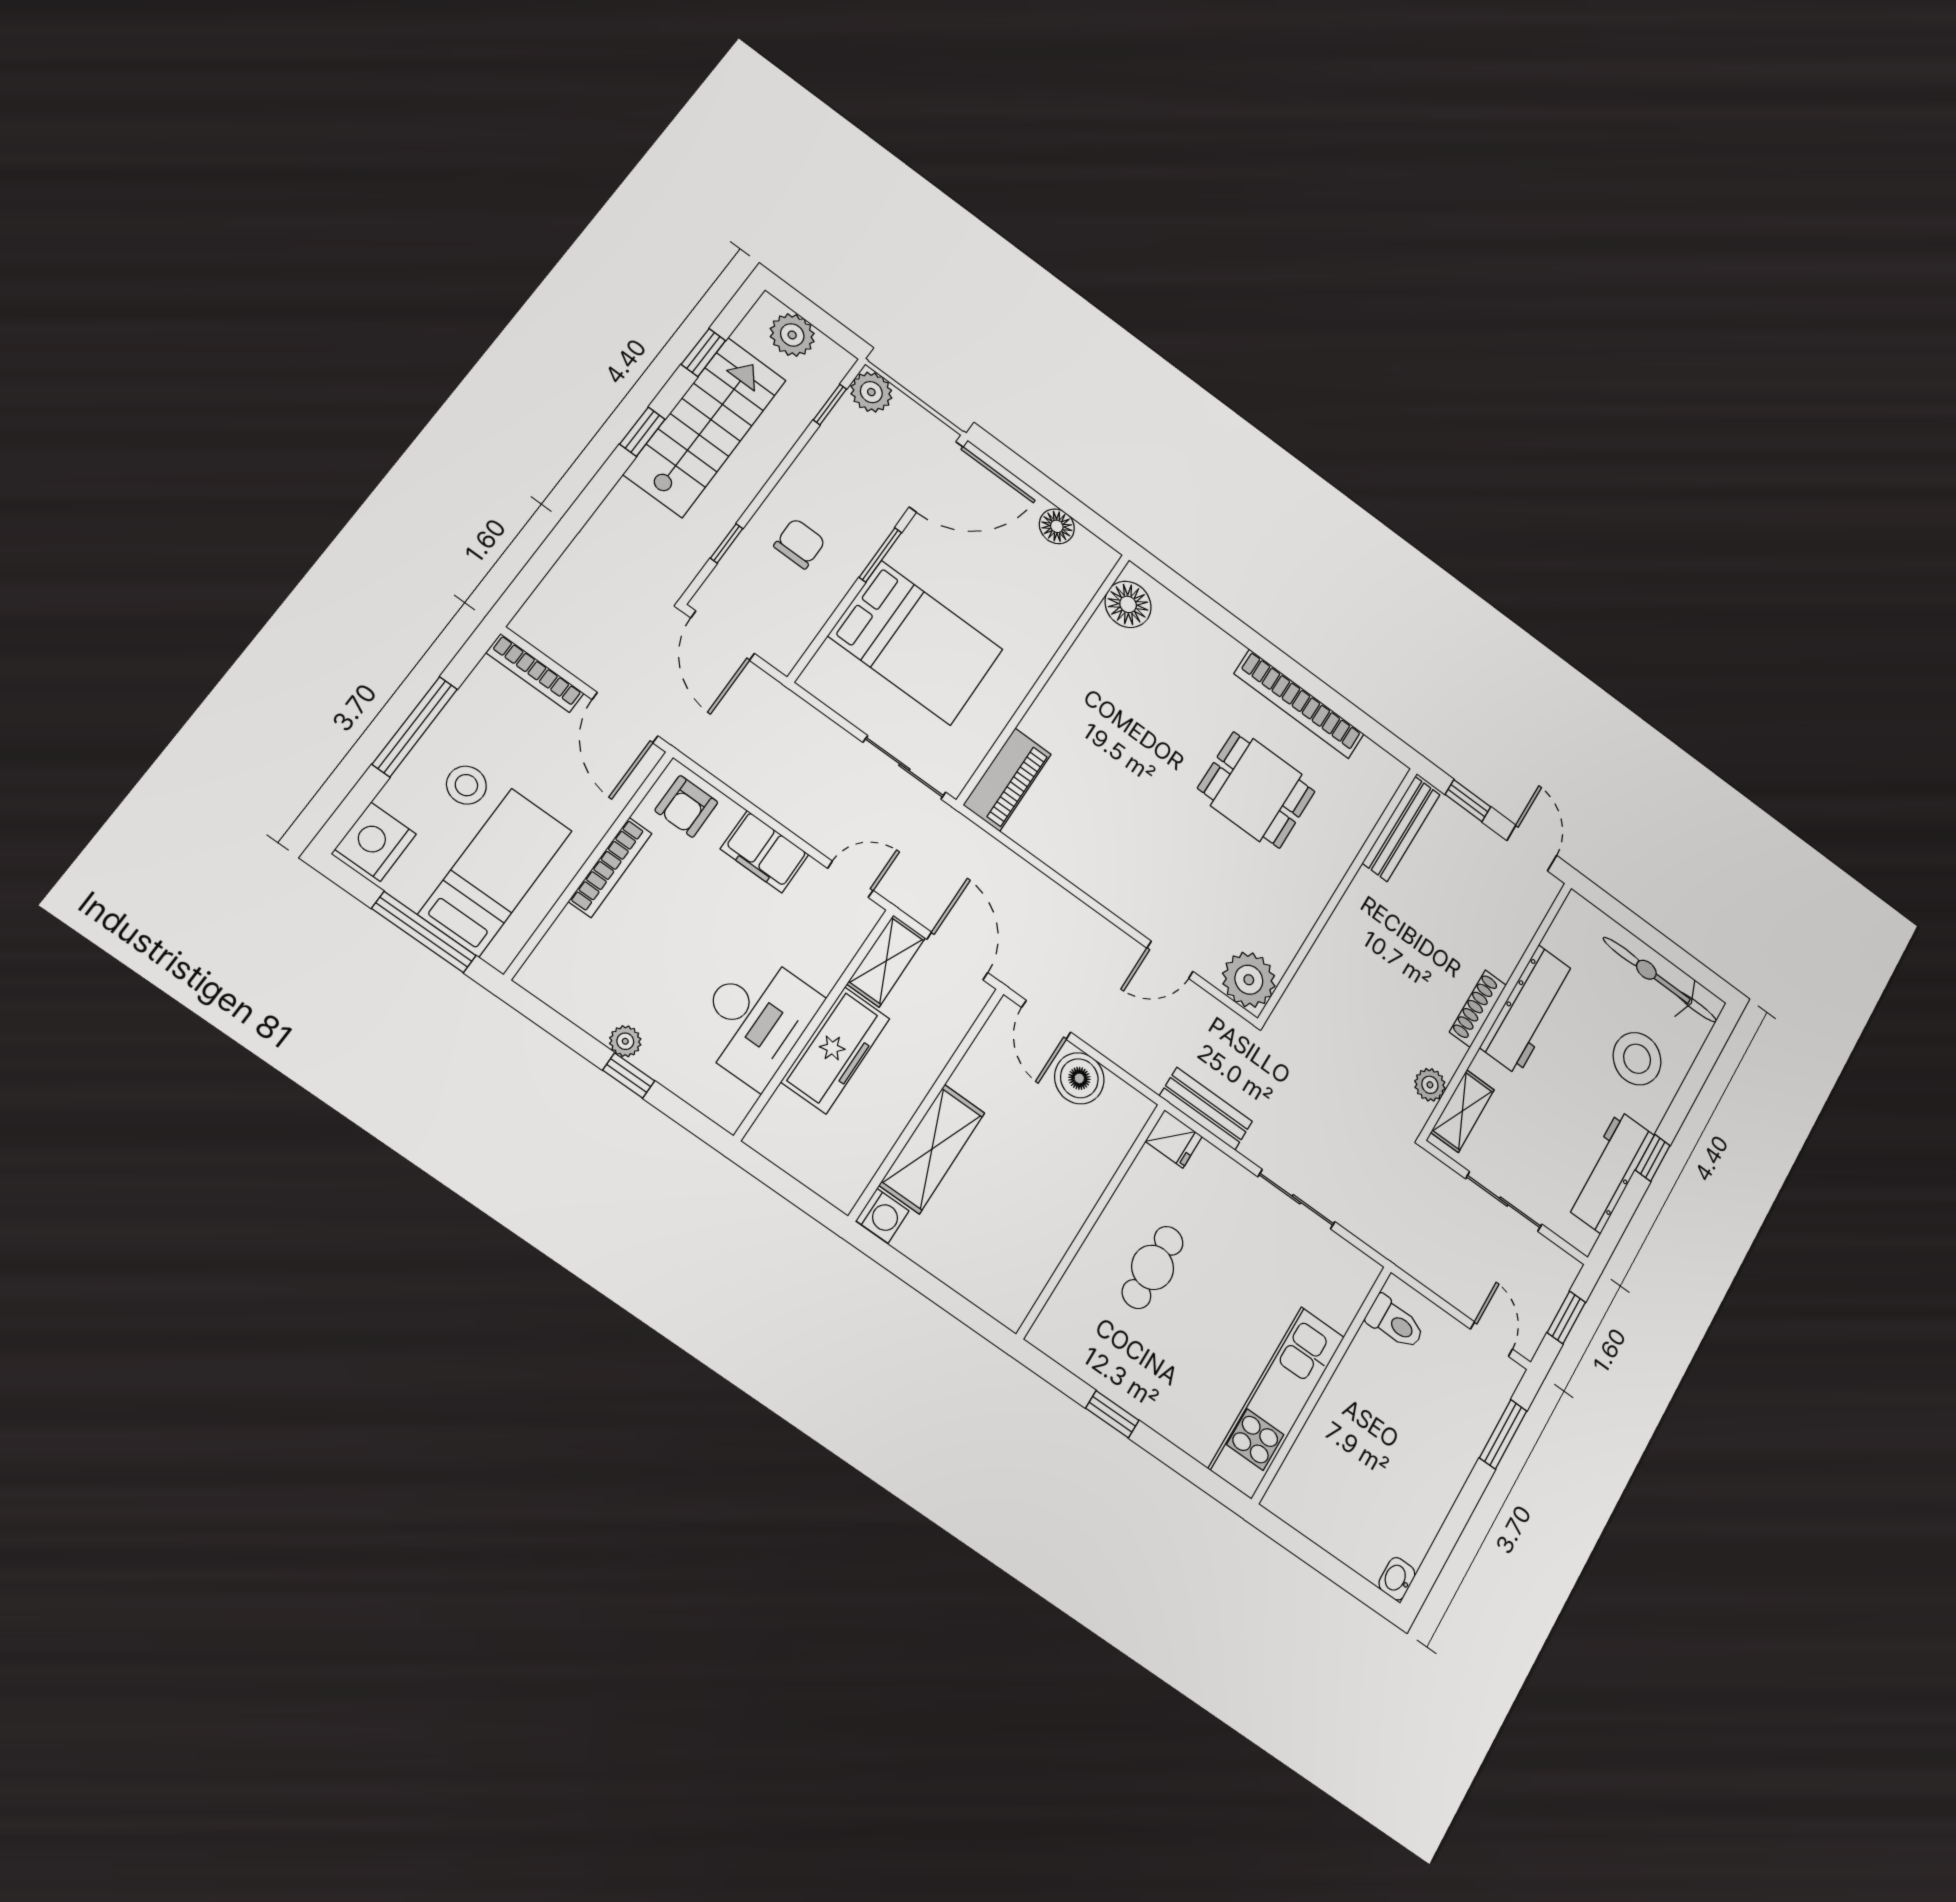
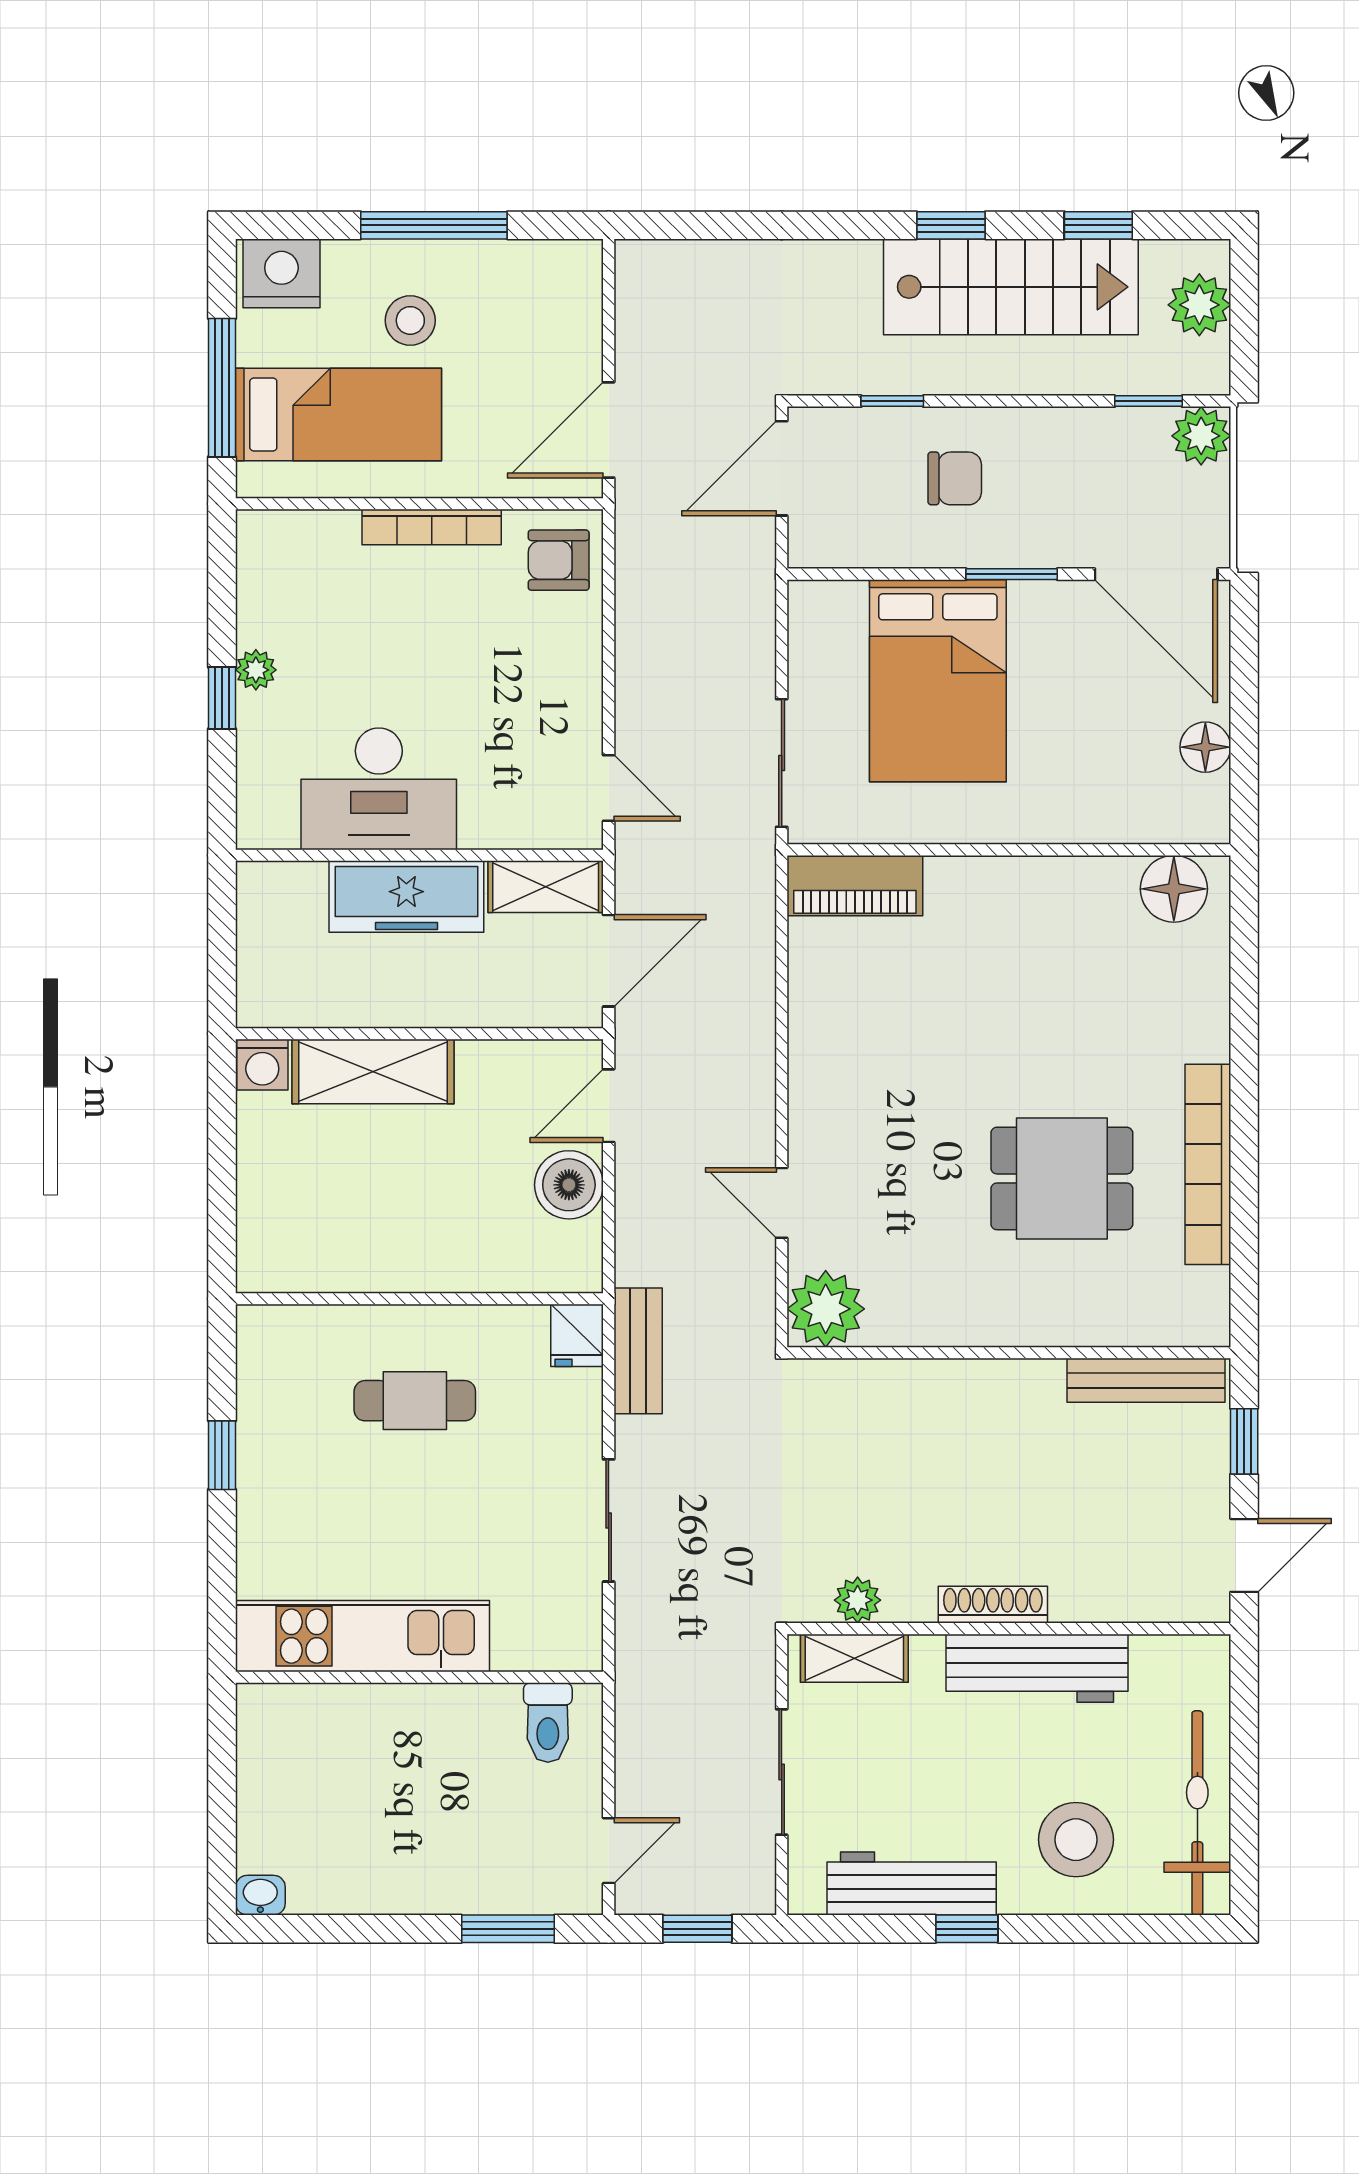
bookcase: (535, 673) -> (587, 304), removed
dining table: (1256, 790) -> (1062, 1178), turned 90
filing cabinet: (765, 852) -> (571, 676), removed

